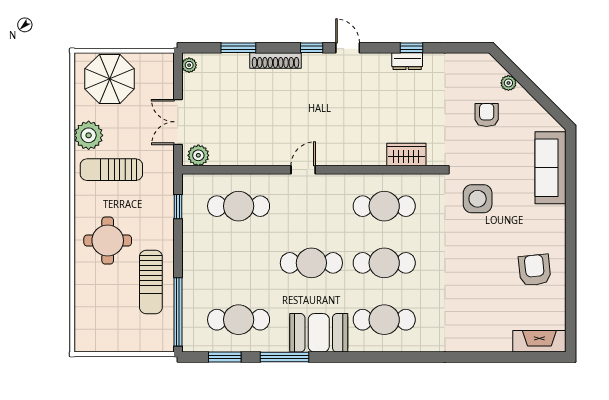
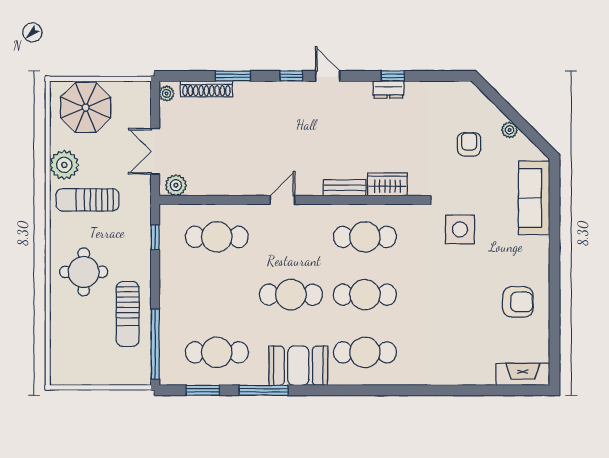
window: (238, 48) -> (233, 76), moved
shoe rack: (275, 61) -> (206, 89), moved
plant: (508, 83) -> (510, 130), moved
bench: (364, 158) -> (345, 188), added
armchair: (535, 270) -> (518, 302), turned 96

